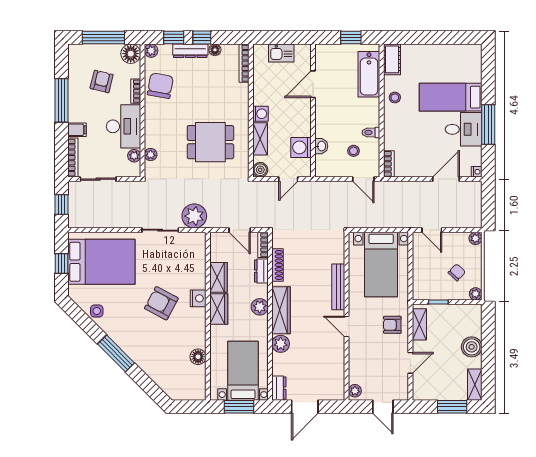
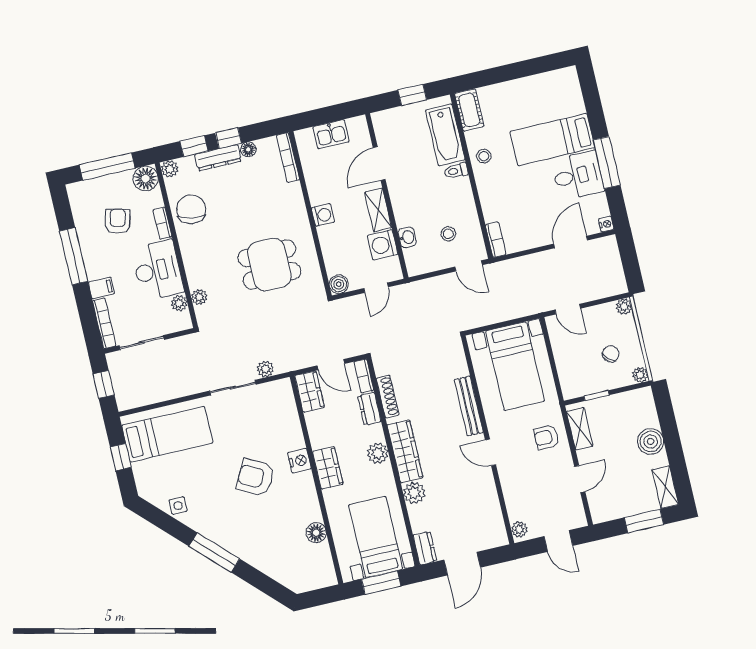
toilet: (371, 132) -> (456, 171), moved
shelving: (260, 139) -> (378, 210), moved
plant: (194, 216) -> (265, 369), width x0.53, depth x0.53
bed: (101, 262) -> (167, 434), width x0.67
wardrobe: (218, 277) -> (310, 392), moved

